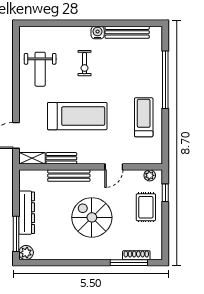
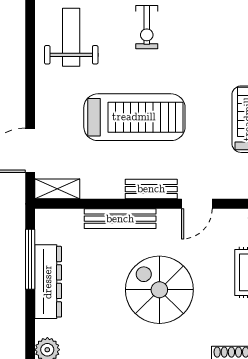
weight bench: (40, 69) -> (71, 37), turned 180
bench: (61, 158) -> (151, 189), moved
window: (16, 234) -> (30, 259), moved

